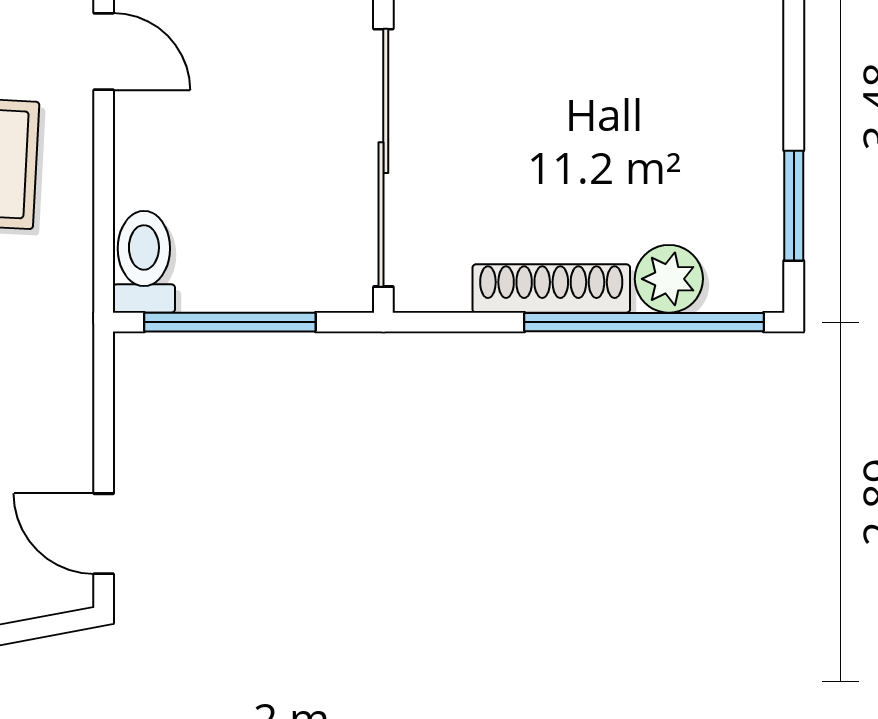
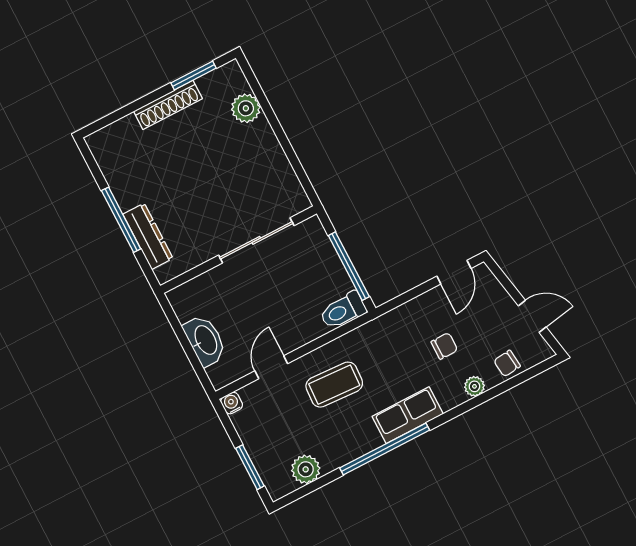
sliding door: (383, 158) -> (256, 240), width x0.73
shoe rack: (551, 288) -> (168, 105), moved, turned -90
window: (644, 322) -> (267, 109), removed

